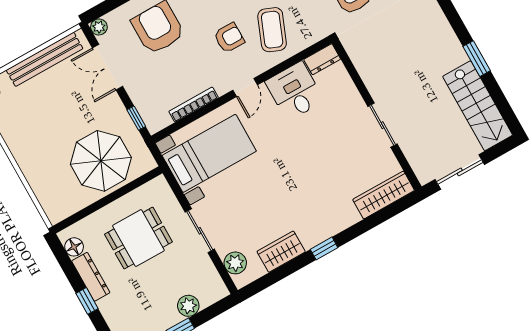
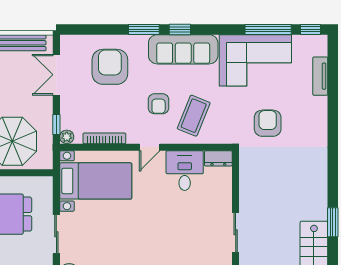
plant: (99, 27) -> (67, 137), moved
armchair: (229, 38) -> (159, 104), turned 90

